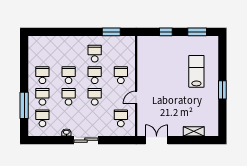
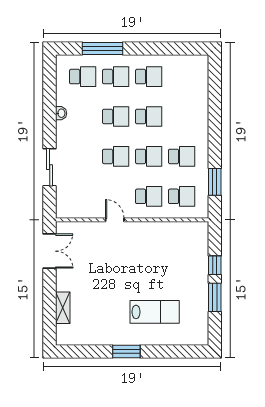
window: (197, 32) -> (215, 297), moved
school desk: (121, 118) -> (182, 196), moved
sliding door: (86, 140) -> (50, 167), moved

